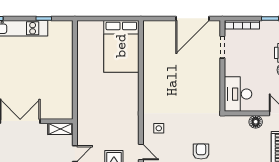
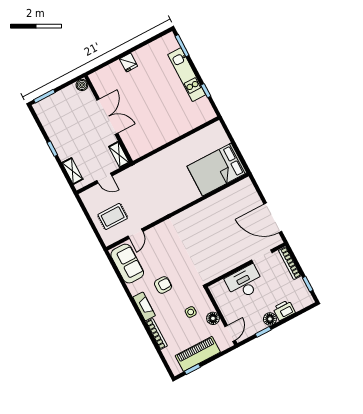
desk: (238, 94) -> (244, 282), moved
side table: (159, 128) -> (191, 312), moved

